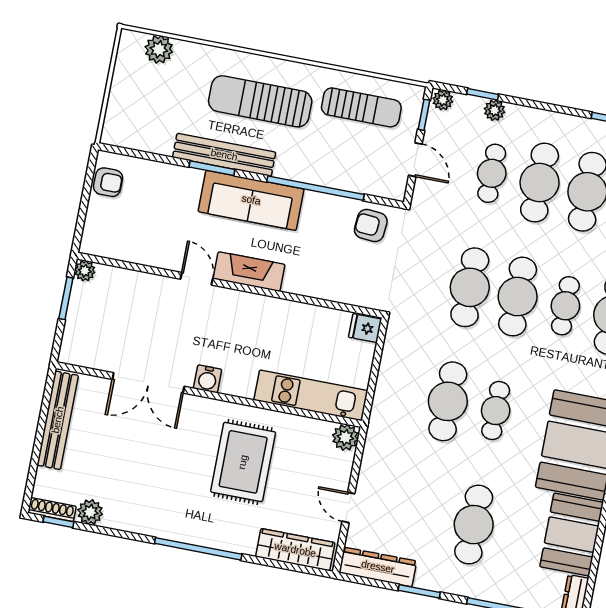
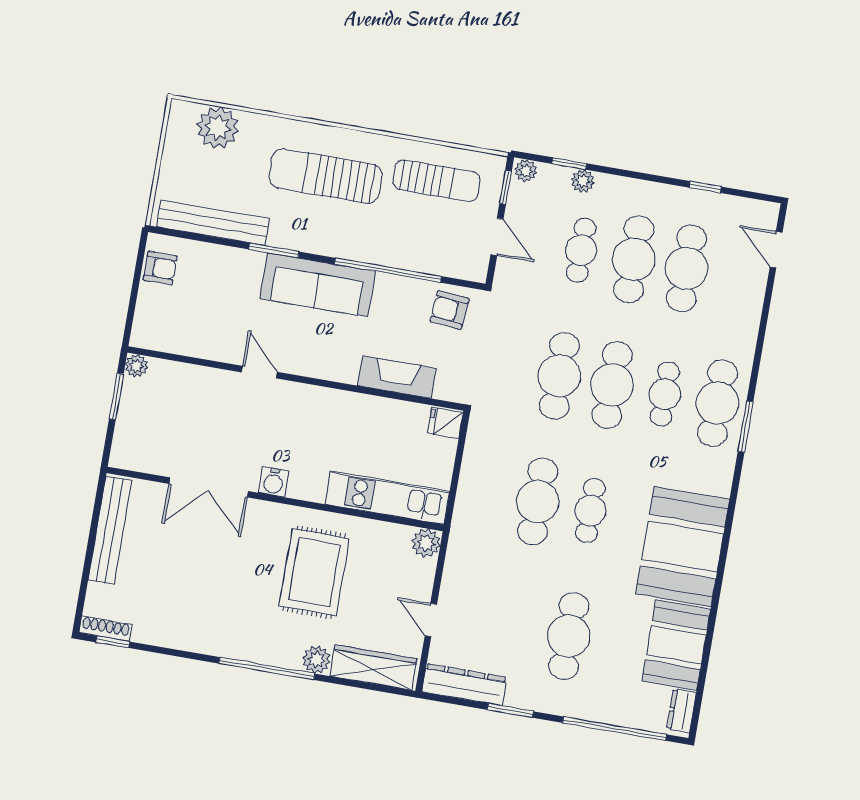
plant: (159, 49) -> (218, 128), width x1.36, depth x1.36
bench: (224, 155) -> (213, 223), moved
fireplace: (249, 272) -> (397, 377), moved
plant: (90, 512) -> (316, 660), moved

